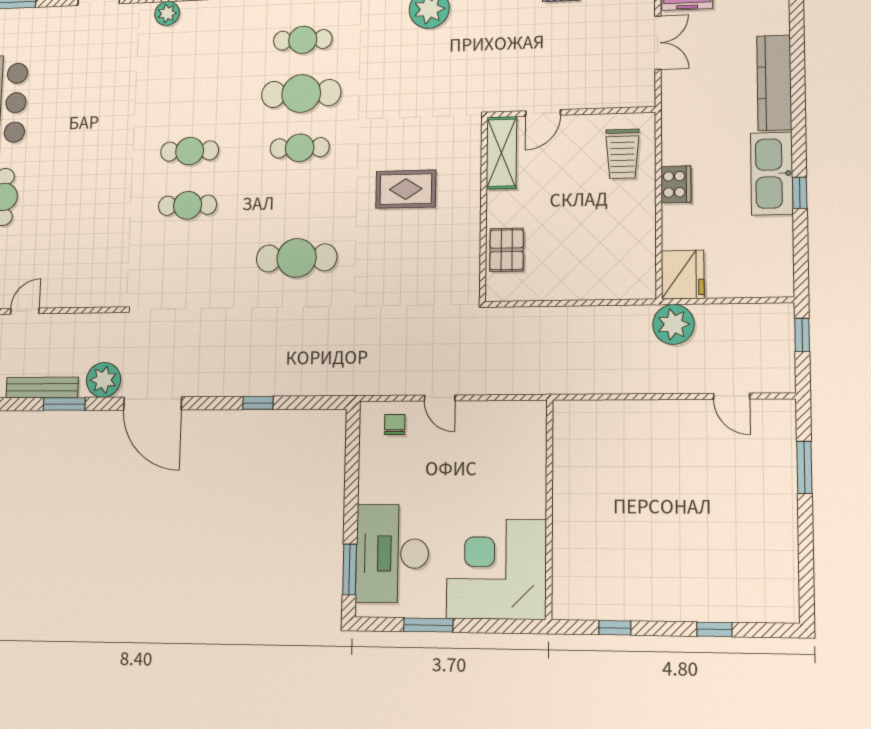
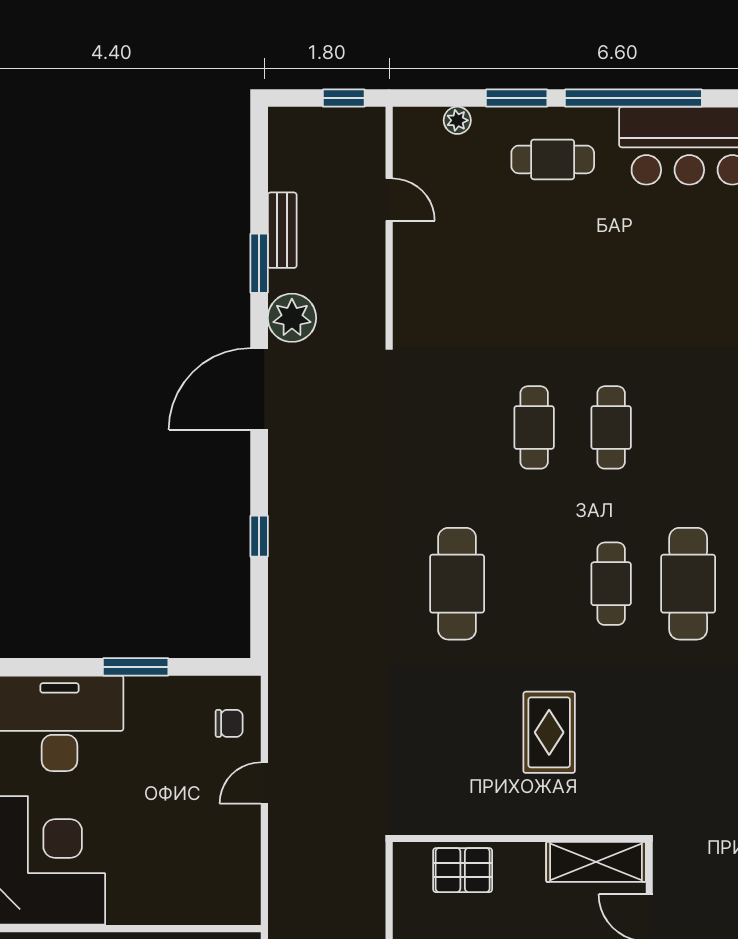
bench: (42, 387) -> (282, 230), width x0.73
window: (350, 569) -> (136, 667), moved

